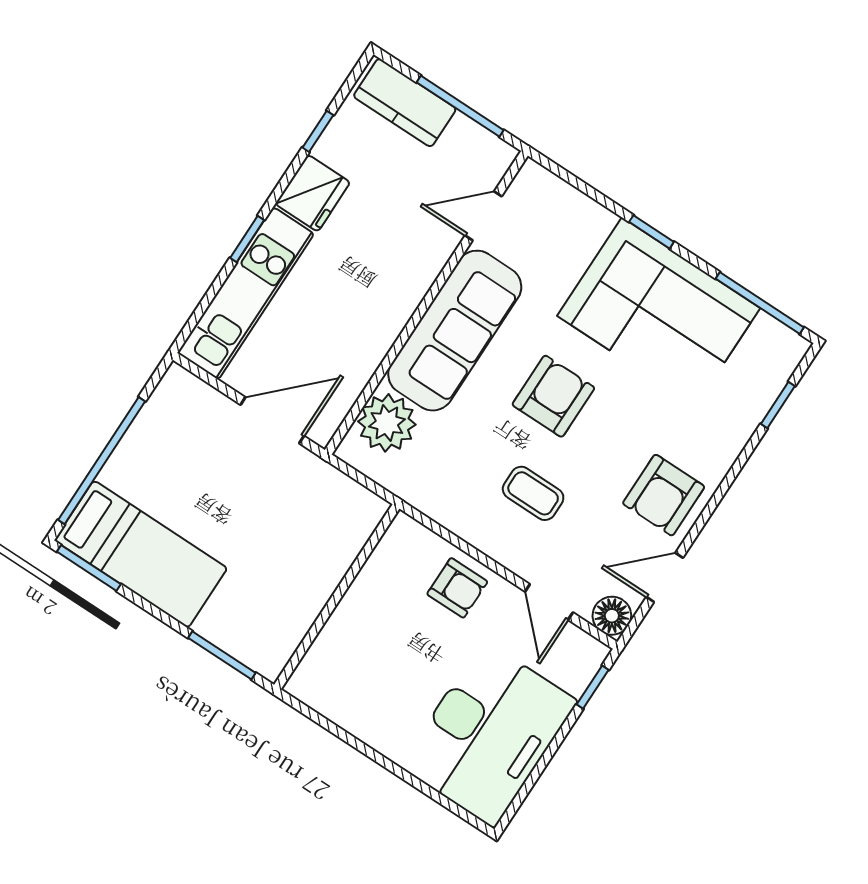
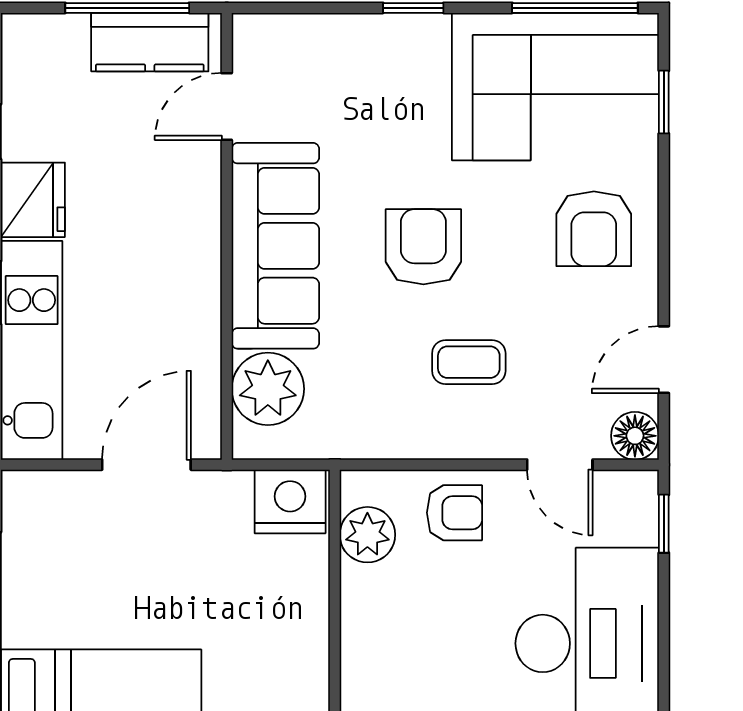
kitchen counter: (405, 103) -> (150, 42), moved
corner sofa: (659, 312) -> (555, 87), moved
armchair: (664, 495) -> (594, 229), moved
nightstand: (352, 508) -> (290, 501), added
plant: (389, 564) -> (367, 535), added

